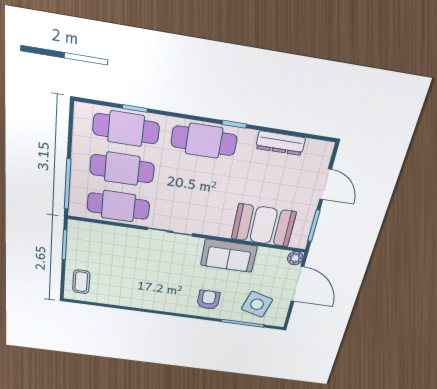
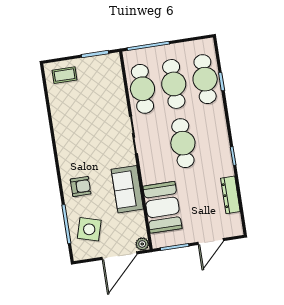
cafe table: (204, 141) -> (183, 143), moved

